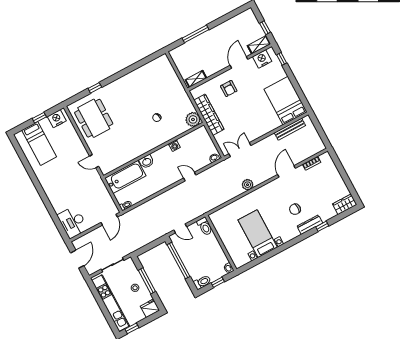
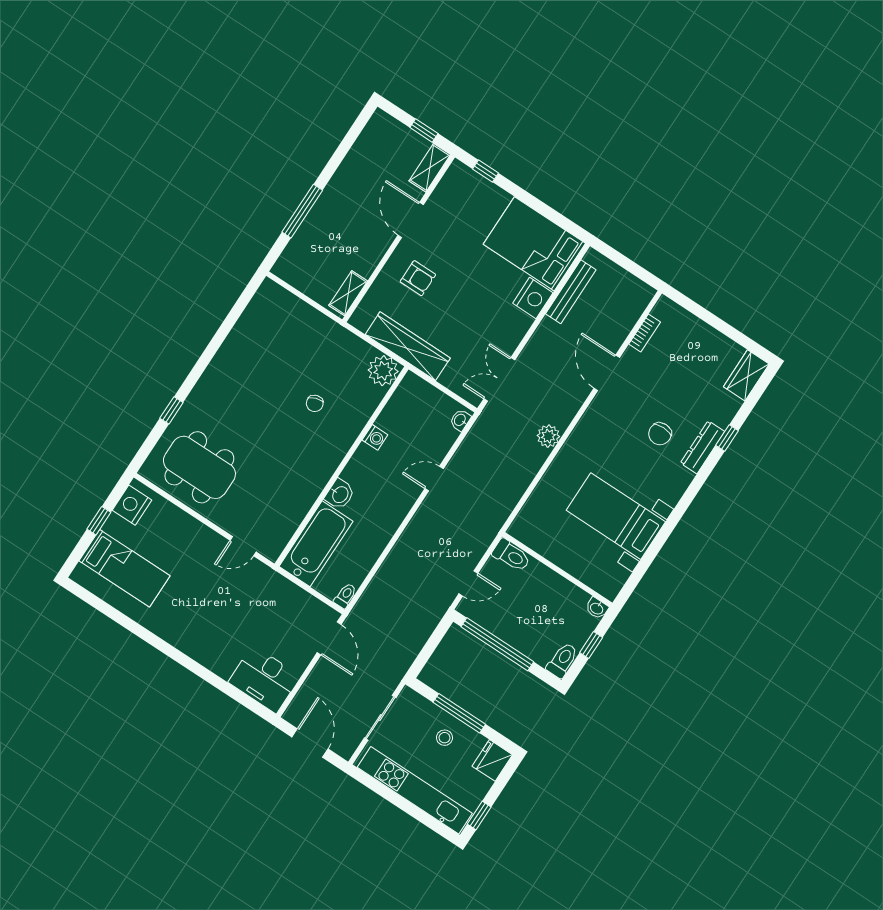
nightstand: (262, 59) -> (533, 298), moved, turned 180

